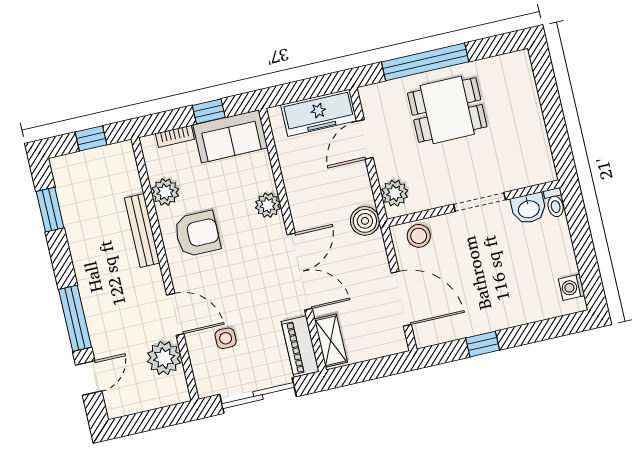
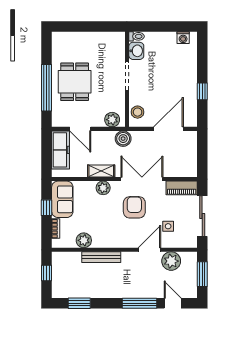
armchair: (197, 234) -> (134, 207), moved
shelving: (331, 341) -> (101, 171), moved
window: (153, 420) -> (202, 274), added

